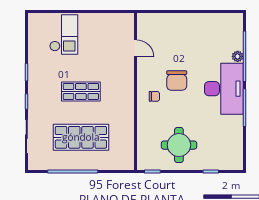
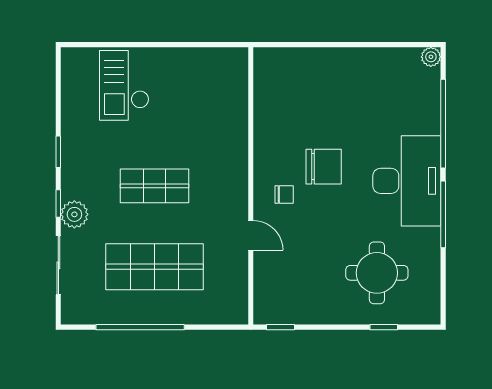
checkout: (64, 35) -> (124, 85), turned 180
door: (135, 48) -> (251, 235), moved
plant: (238, 56) -> (431, 57), moved
chair: (177, 81) -> (324, 167), turned -90
plant: (36, 108) -> (74, 214), added
round table: (179, 145) -> (377, 273), moved

